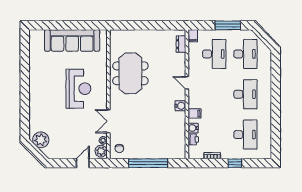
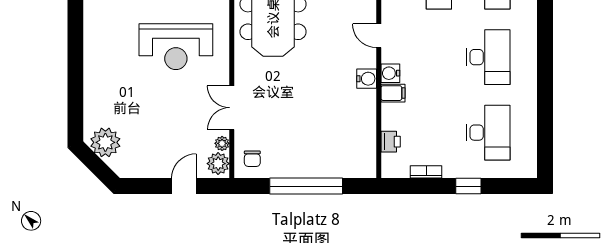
reception desk: (78, 89) -> (176, 47), turned 90
water cooler: (193, 128) -> (390, 73), moved

